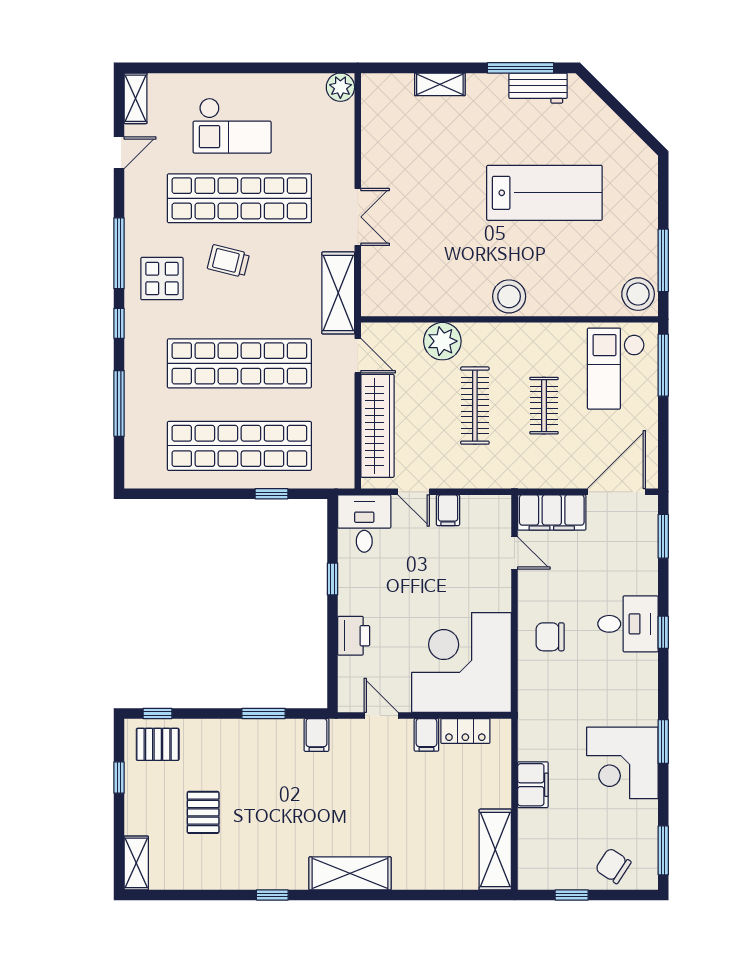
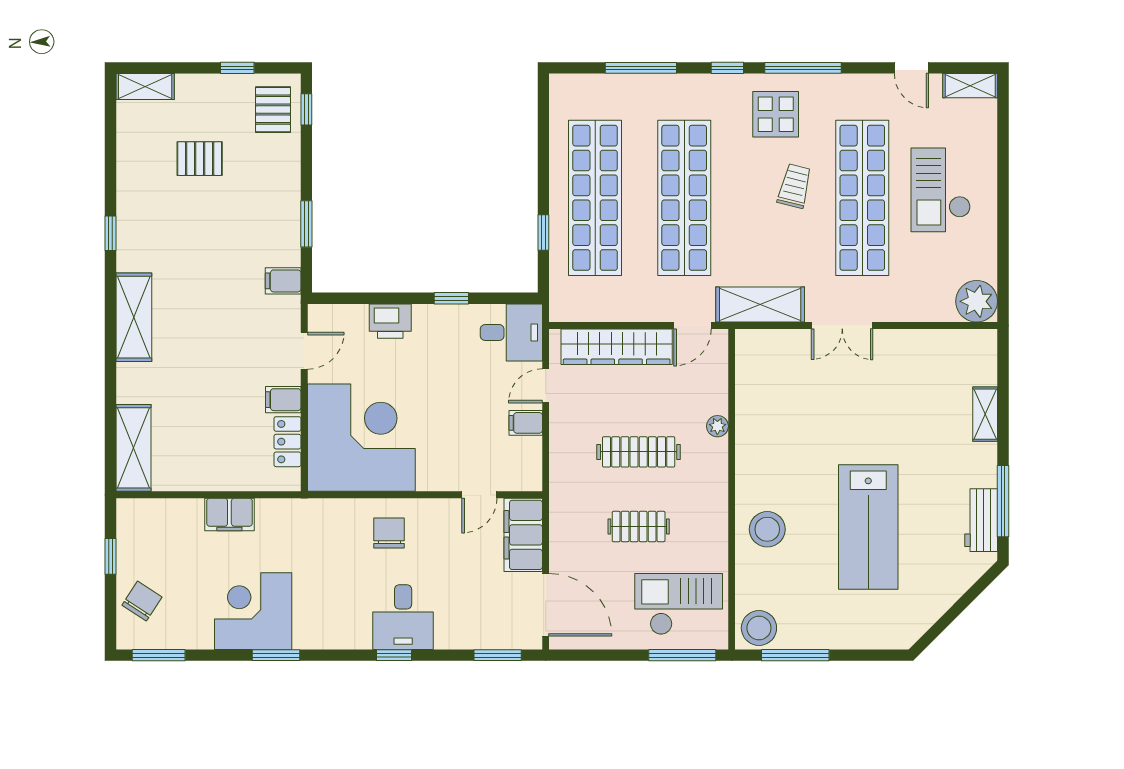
plant: (340, 87) -> (977, 301), width x1.36, depth x1.36
stool: (509, 296) -> (767, 529), moved
plant: (442, 341) -> (717, 426), width x0.53, depth x0.53
shelving: (495, 849) -> (133, 448), moved, turned 90

